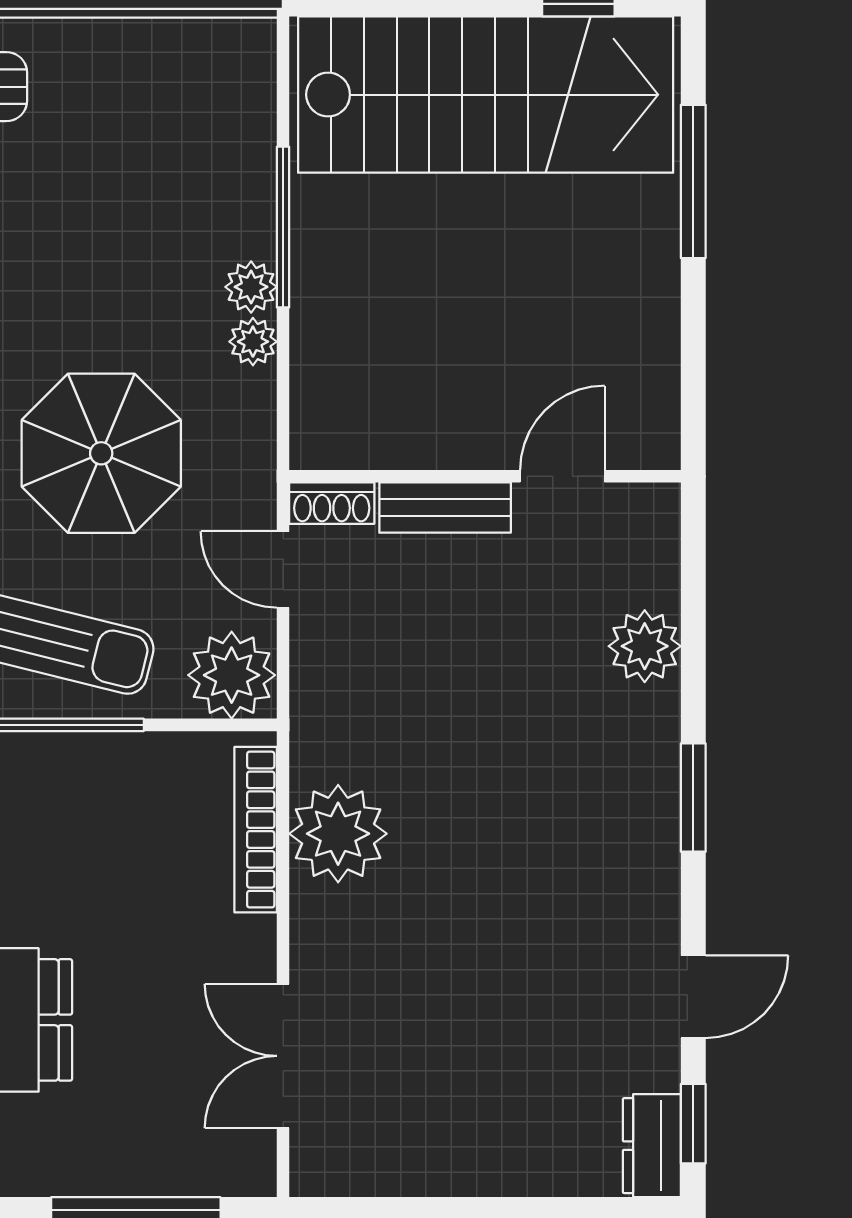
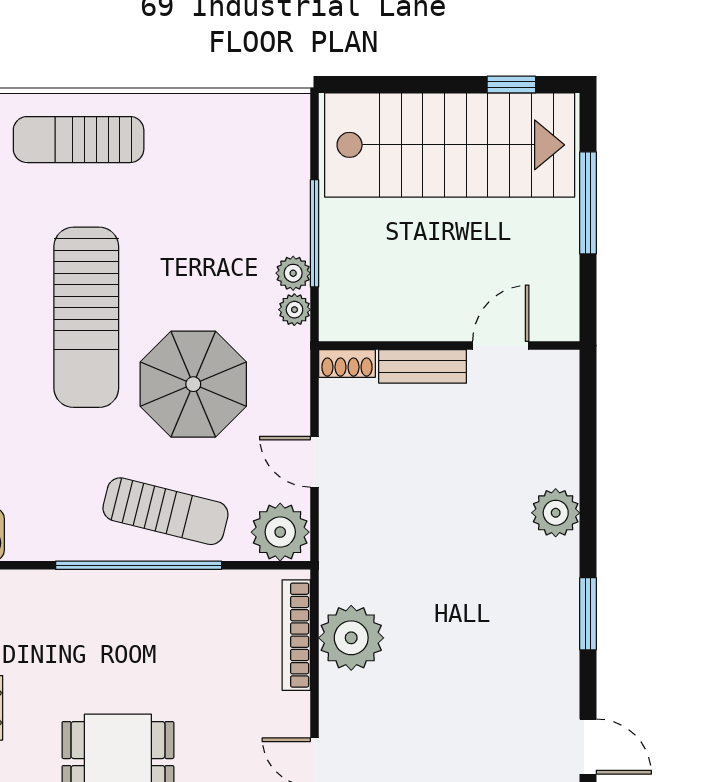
wall: (485, 476) -> (449, 346), moved
door: (562, 476) -> (501, 346), moved
shoe rack: (332, 503) -> (347, 364), moved
bench: (445, 508) -> (423, 366), moved
door: (693, 997) -> (588, 747), hinge flipped

